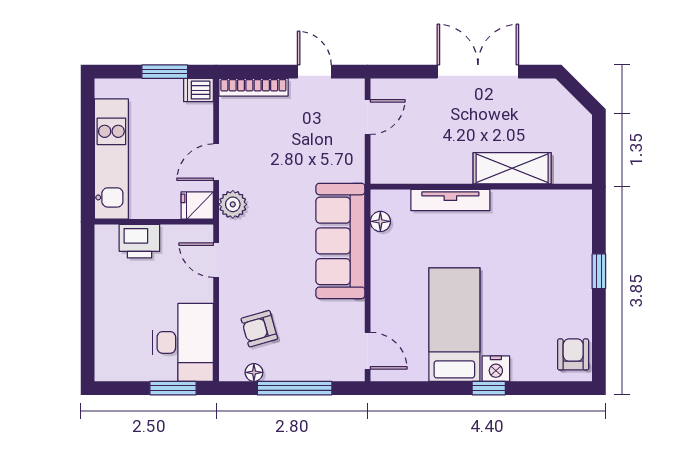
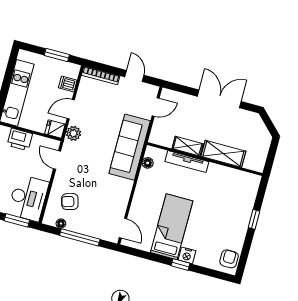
dishwasher: (198, 90) -> (68, 84), moved
shelving: (444, 172) -> (188, 146), added
sofa: (340, 241) -> (130, 147), moved

